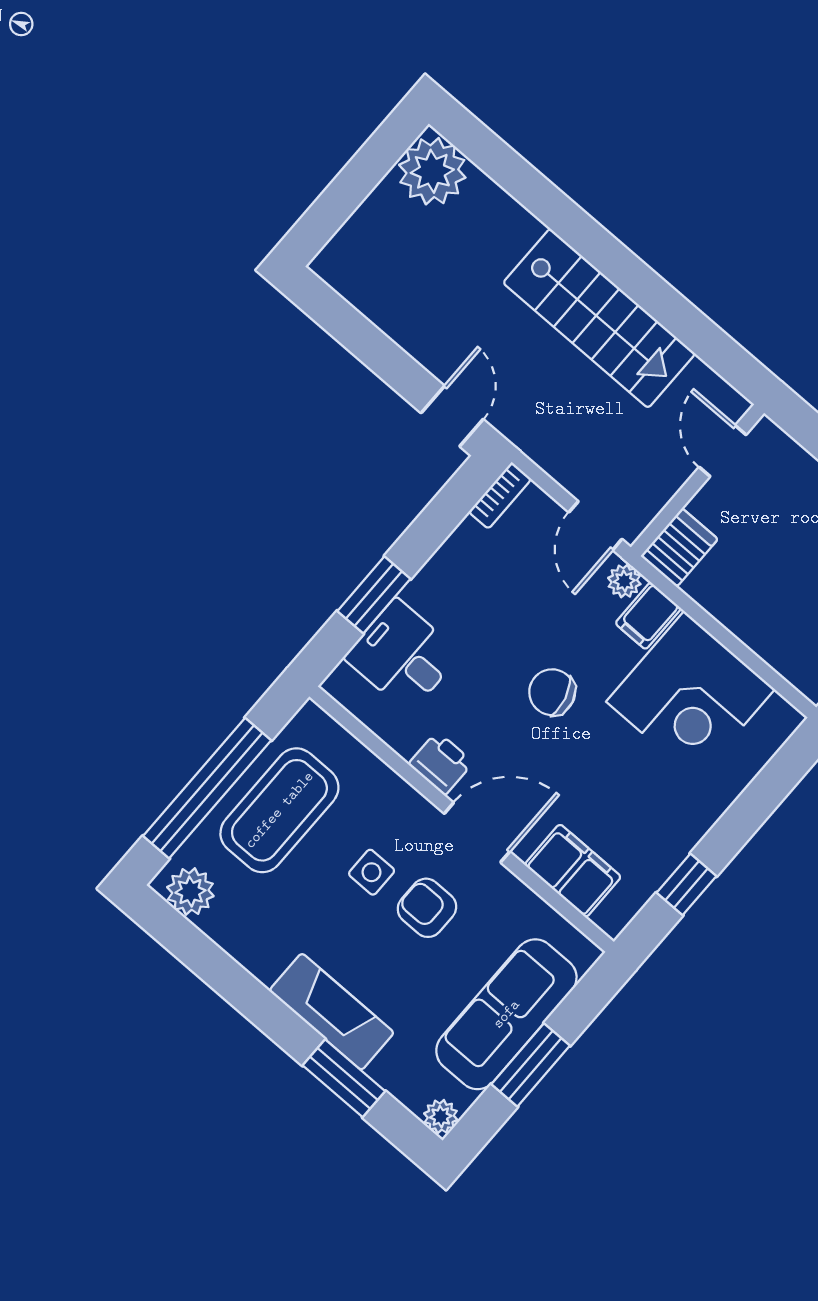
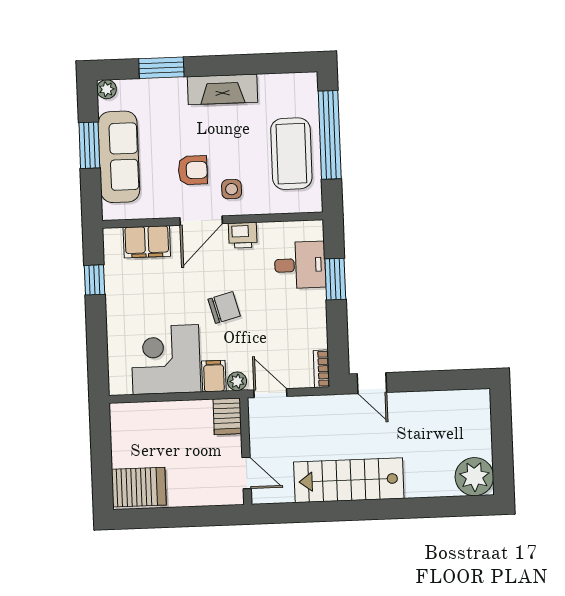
side table: (372, 872) -> (232, 189), moved
plant: (190, 892) -> (297, 86), removed
fireplace: (332, 1012) -> (222, 89), moved

